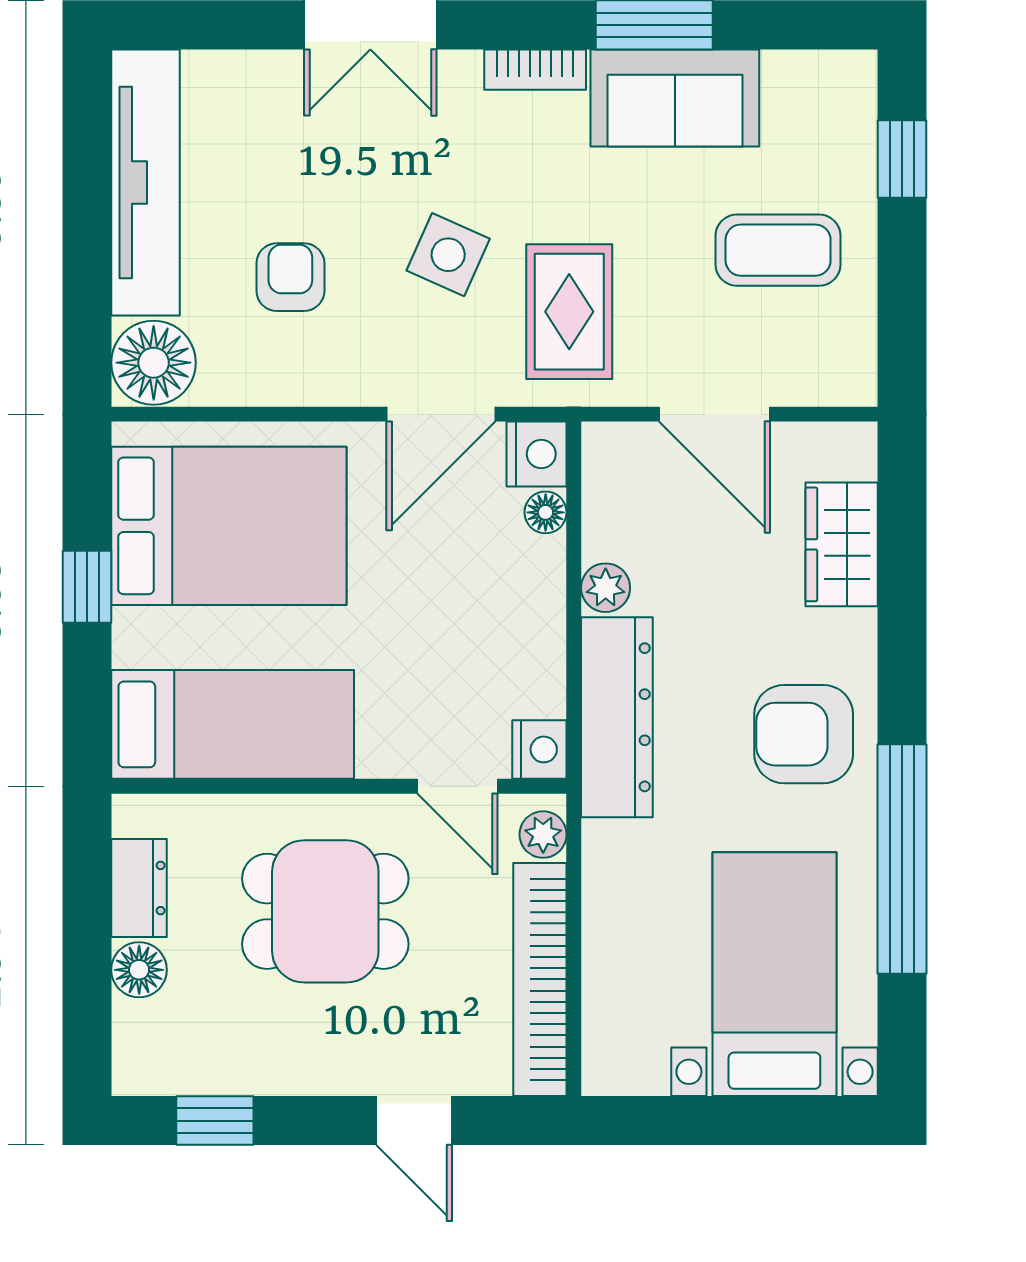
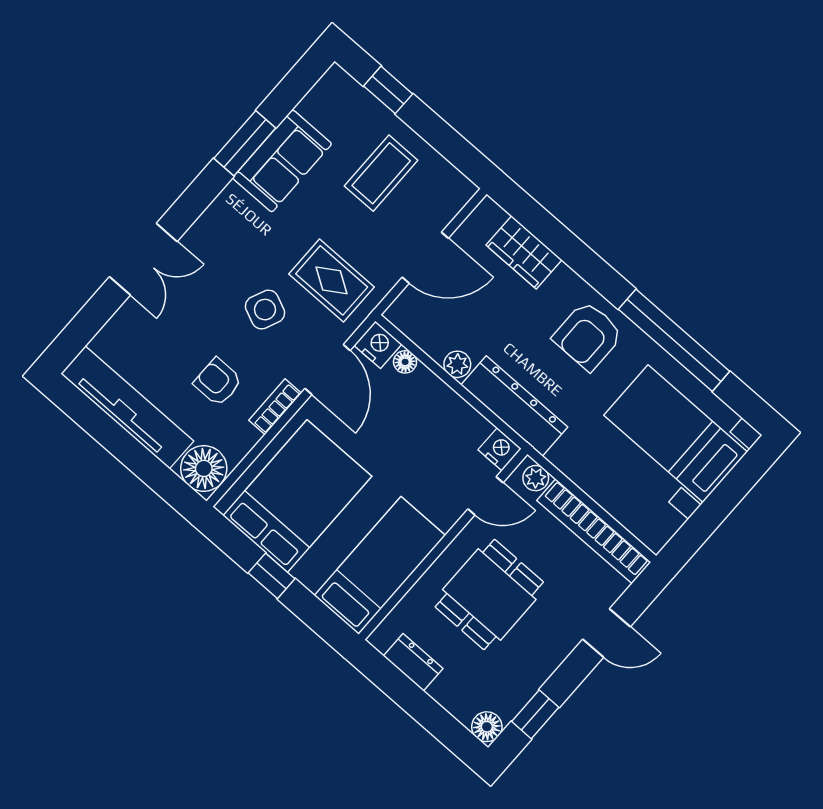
bookcase: (535, 70) -> (275, 407), moved, turned 180
floor lamp: (139, 970) -> (487, 727), moved

